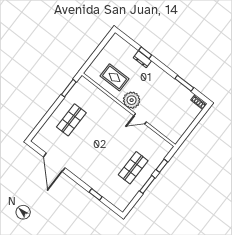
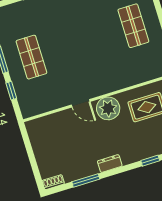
dresser: (142, 59) -> (110, 163), moved
door: (140, 119) -> (81, 103), swing flipped

